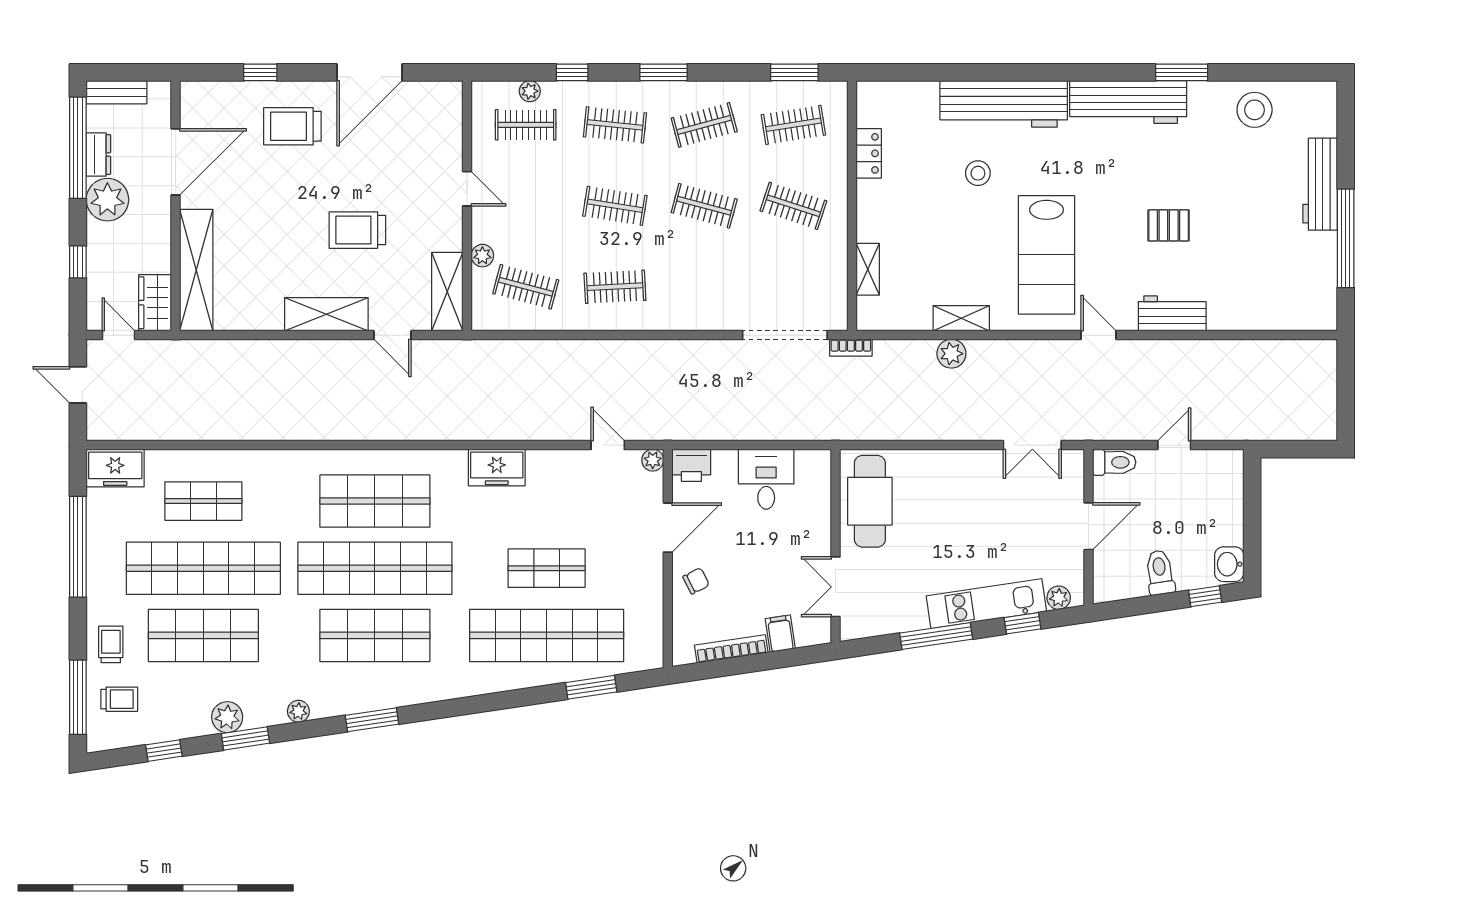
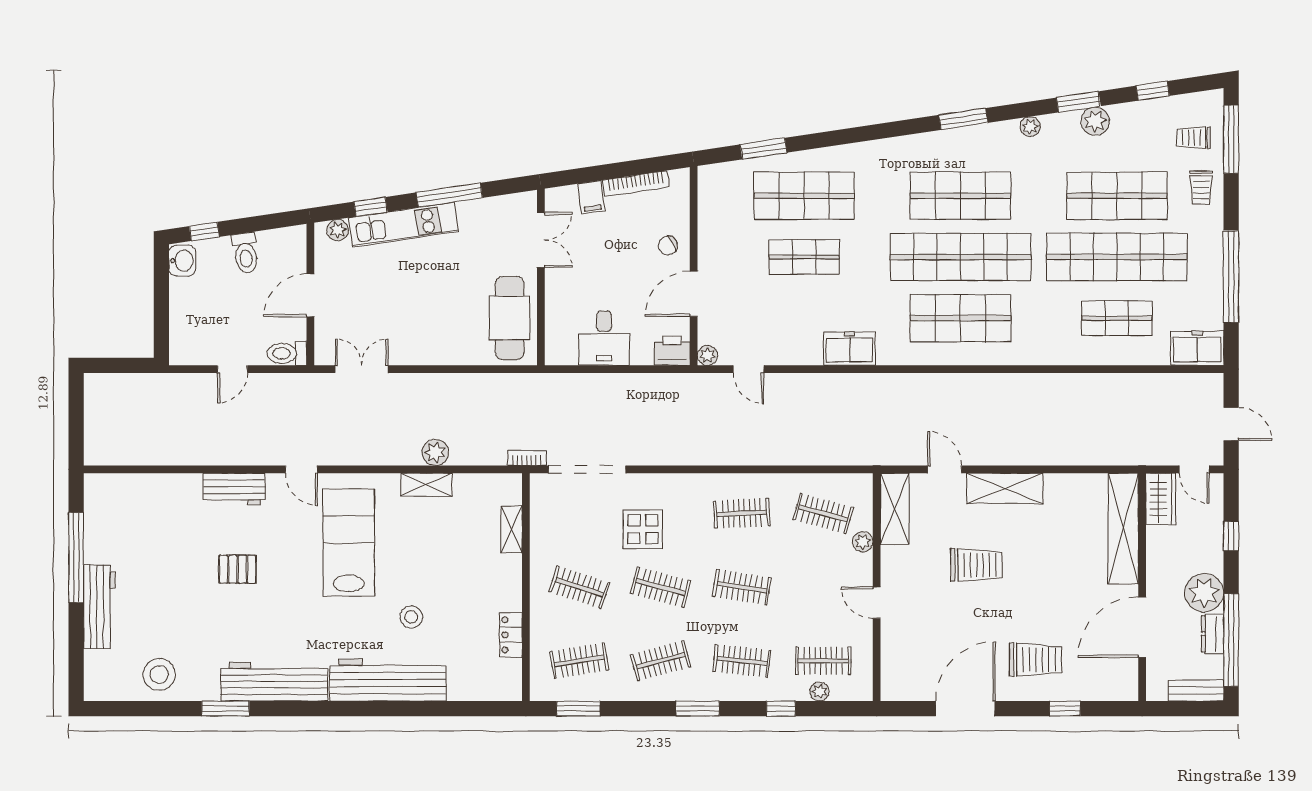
display table: (724, 269) -> (643, 529), added
shop shelf: (547, 635) -> (804, 196), width x0.71

